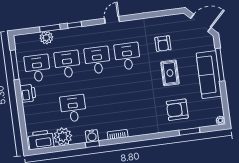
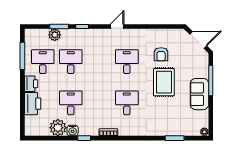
desk: (97, 60) -> (127, 103), moved
rug: (170, 73) -> (164, 82), width x1.36, depth x1.43
sofa: (209, 75) -> (199, 94), width x0.73
armchair: (177, 110) -> (166, 117), removed
water cooler: (92, 136) -> (73, 131), moved
printer: (41, 140) -> (33, 104), moved, turned 90

